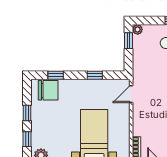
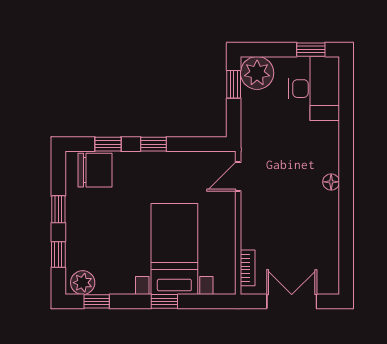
plant: (138, 29) -> (257, 73), width x1.87, depth x1.87
window: (95, 75) -> (154, 144), moved

